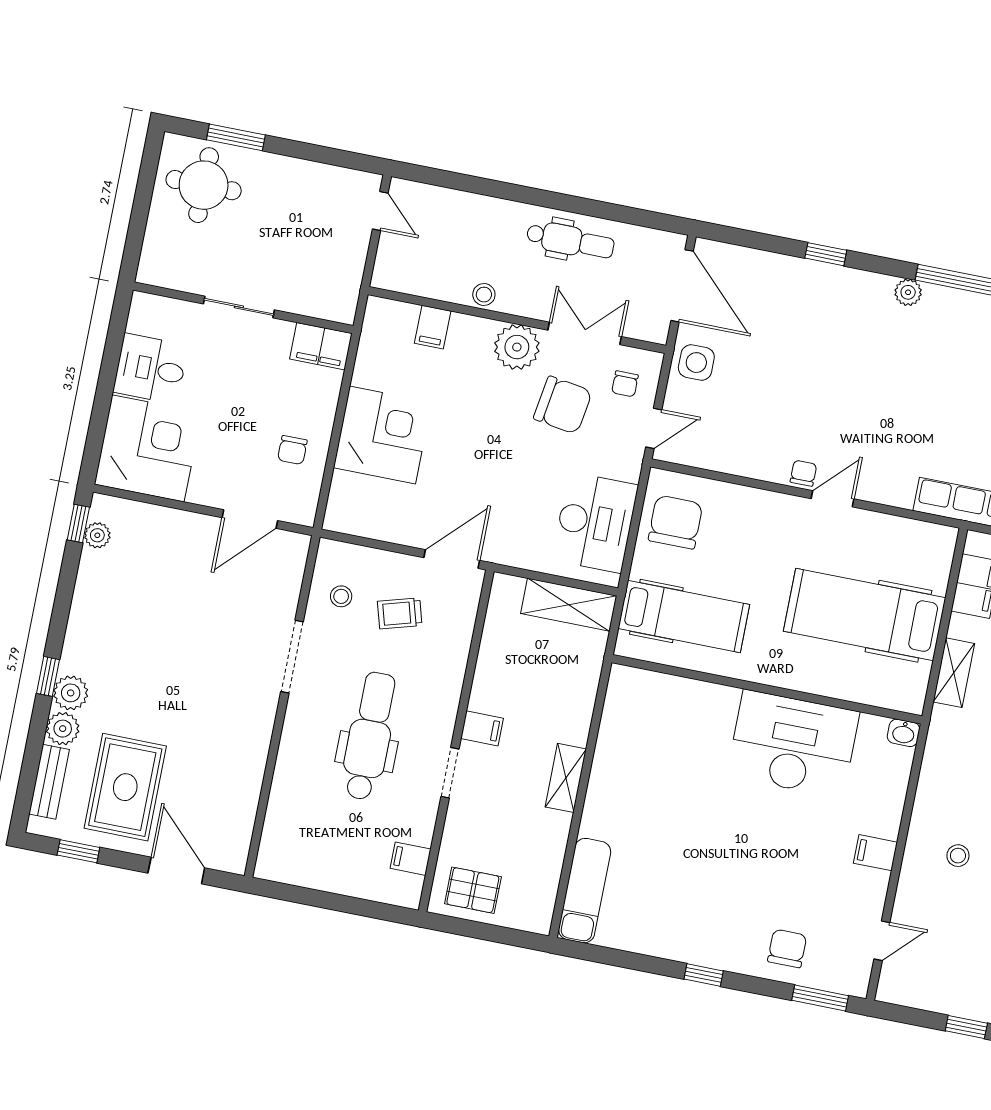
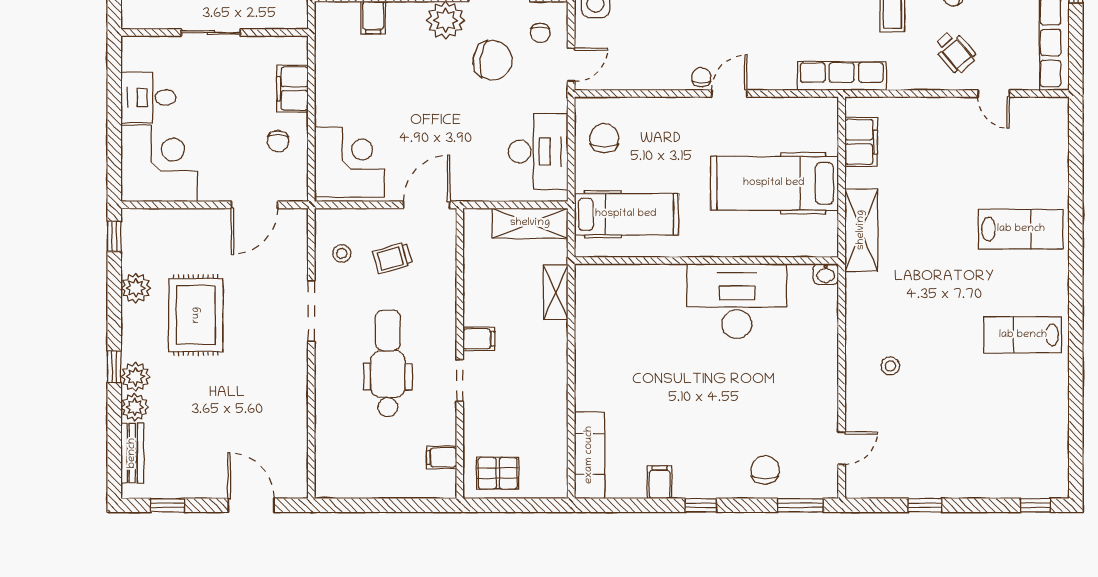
filing cabinet: (321, 346) -> (292, 89), moved, turned 90
corner desk: (382, 435) -> (349, 162), moved
chair: (676, 522) -> (604, 138), width x0.73, depth x0.73
plant: (97, 535) -> (136, 288), moved, width x1.38, depth x1.38
shelving: (954, 673) -> (861, 230), width x1.50, depth x1.33
shelving: (566, 778) -> (556, 292), moved
rug: (125, 787) -> (196, 315), moved
filing cabinet: (875, 853) -> (660, 482), moved, turned 90

